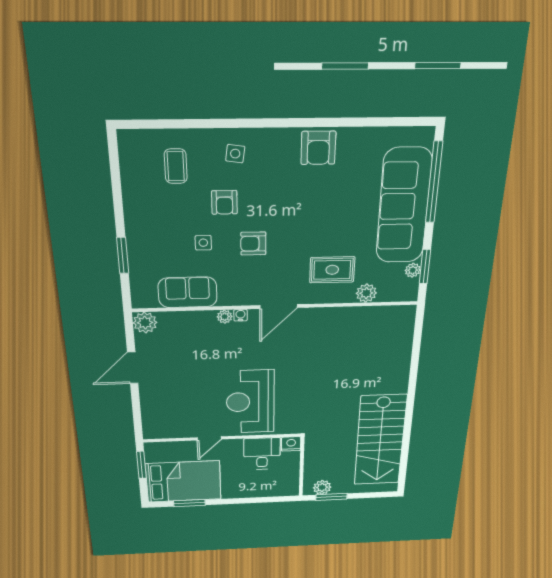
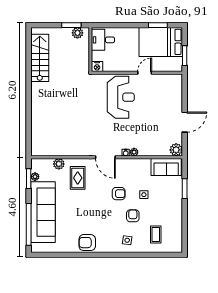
armchair: (318, 148) -> (87, 243), turned -90
rug: (332, 270) -> (78, 178), turned 90
sofa: (188, 292) -> (166, 167), moved
door: (279, 307) -> (105, 157), swing flipped
stairs: (380, 440) -> (40, 58), width x0.73, depth x0.66
desk: (262, 454) -> (103, 40), moved, turned 90

